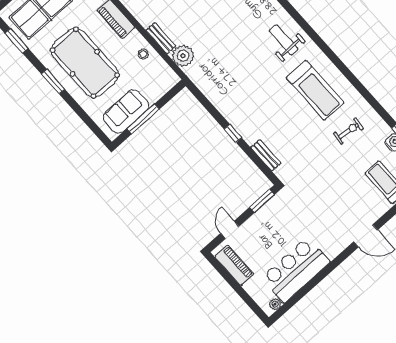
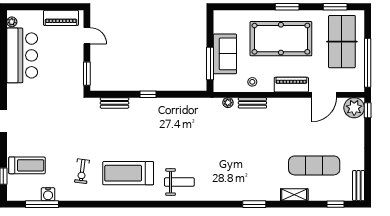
plant: (183, 56) -> (228, 103), width x0.53, depth x0.53
sofa: (126, 112) -> (225, 54), moved
window: (143, 119) -> (210, 63), moved

